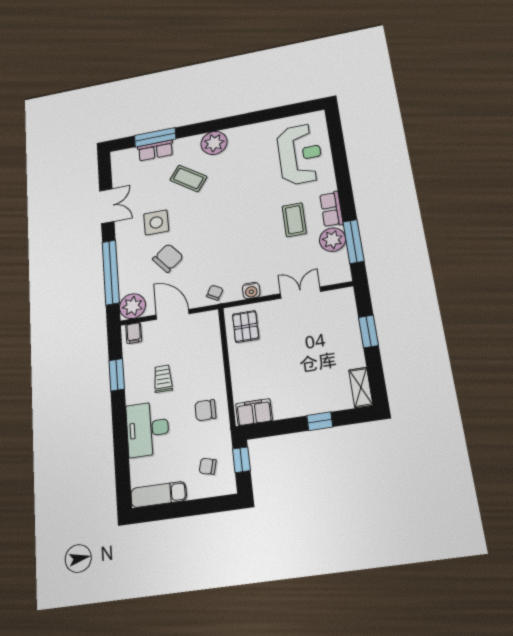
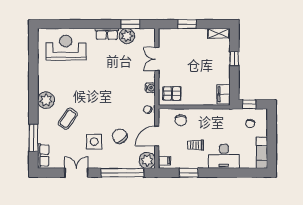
row of seats: (155, 151) -> (43, 155), moved
coffee table: (294, 220) -> (109, 57), removed
window: (353, 241) -> (130, 24), width x0.69
chair: (205, 410) -> (181, 120), moved

